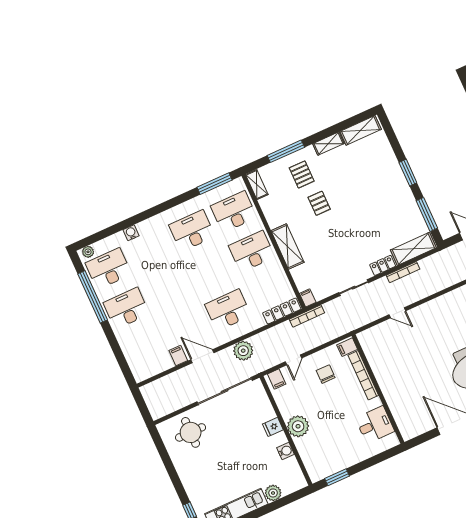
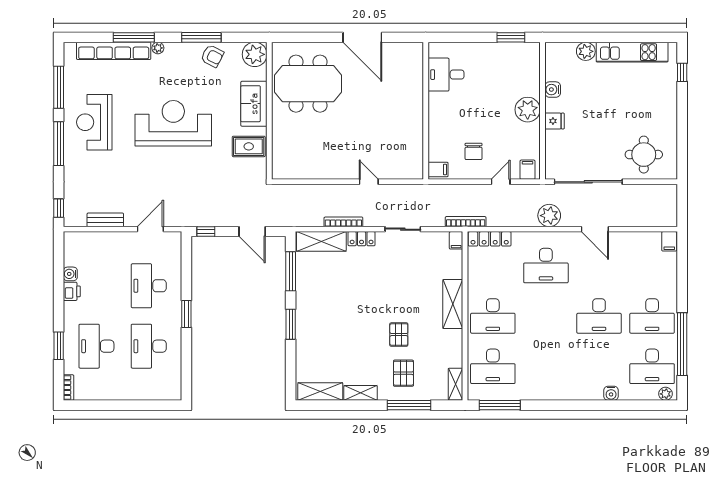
desk: (192, 231) -> (599, 316), moved
filing cabinet: (178, 356) -> (669, 241), moved
bookcase: (363, 375) -> (434, 132), removed

